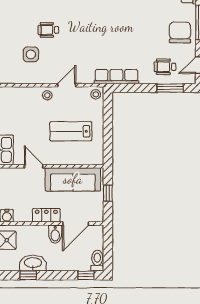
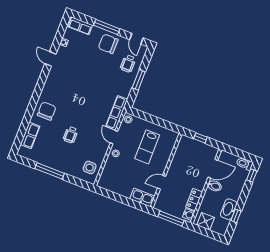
side table: (31, 54) -> (90, 167), moved
row of seats: (116, 77) -> (117, 113), moved
window: (170, 88) -> (139, 80), moved
sofa: (73, 179) -> (181, 159), removed
locker: (46, 215) -> (194, 200), moved
door: (76, 224) -> (213, 169), hinge flipped

